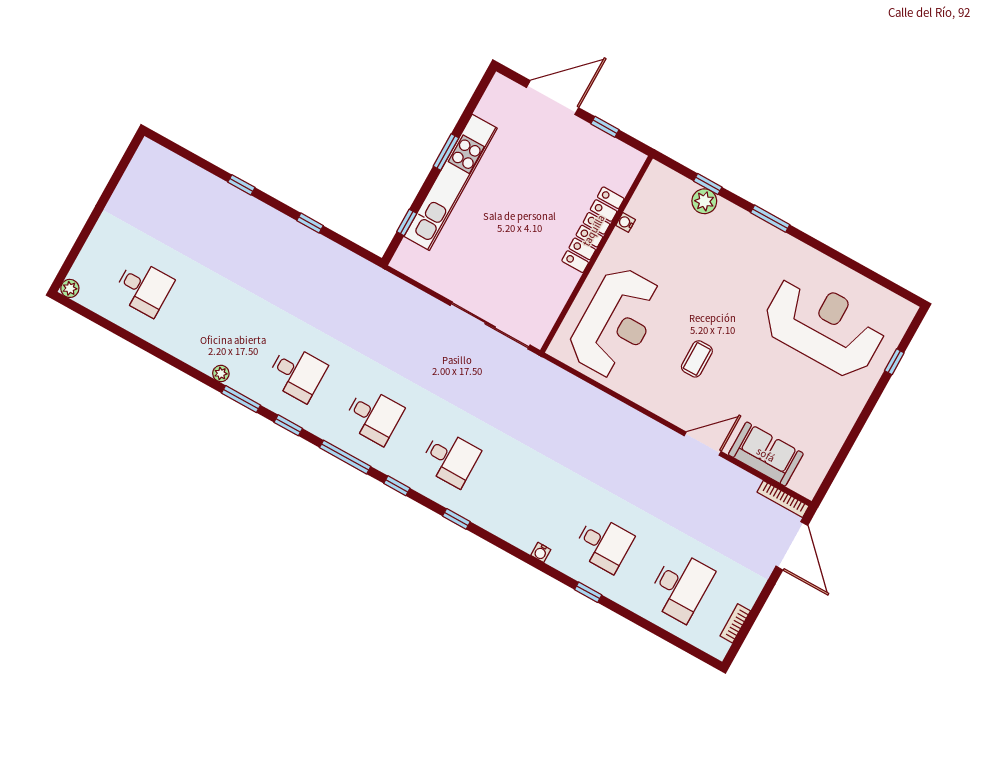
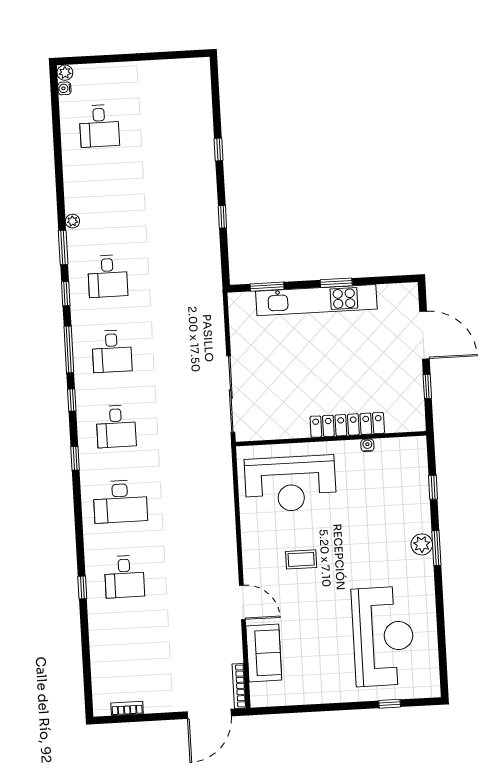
plant: (704, 201) -> (422, 544), moved
window: (407, 222) -> (267, 287), width x1.50
water cooler: (541, 552) -> (64, 88), moved
desk: (680, 586) -> (120, 501), moved

